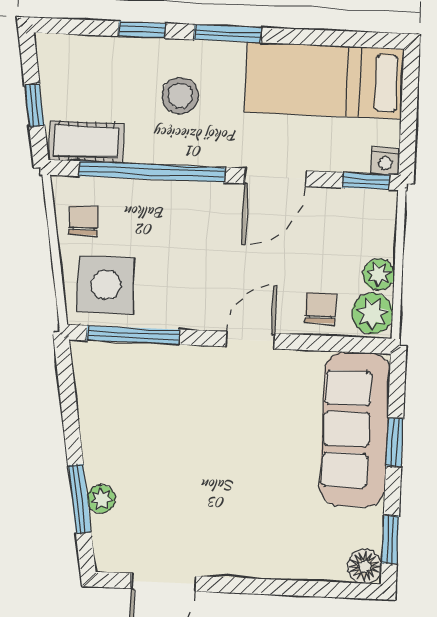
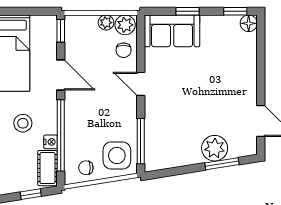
nightstand: (385, 161) -> (51, 142), moved
chair: (321, 308) -> (124, 50), turned -90
sofa: (355, 429) -> (172, 31), width x0.73
plant: (101, 499) -> (215, 148), width x1.87, depth x1.87

